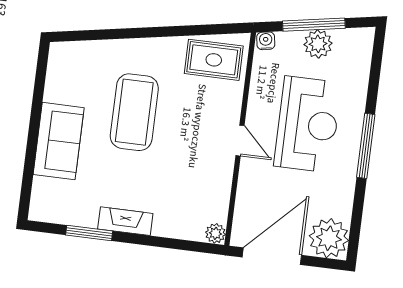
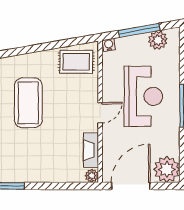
plant: (318, 44) -> (158, 40), moved
door: (240, 141) -> (100, 113), hinge flipped
fireplace: (125, 221) -> (91, 150), moved, turned -90

